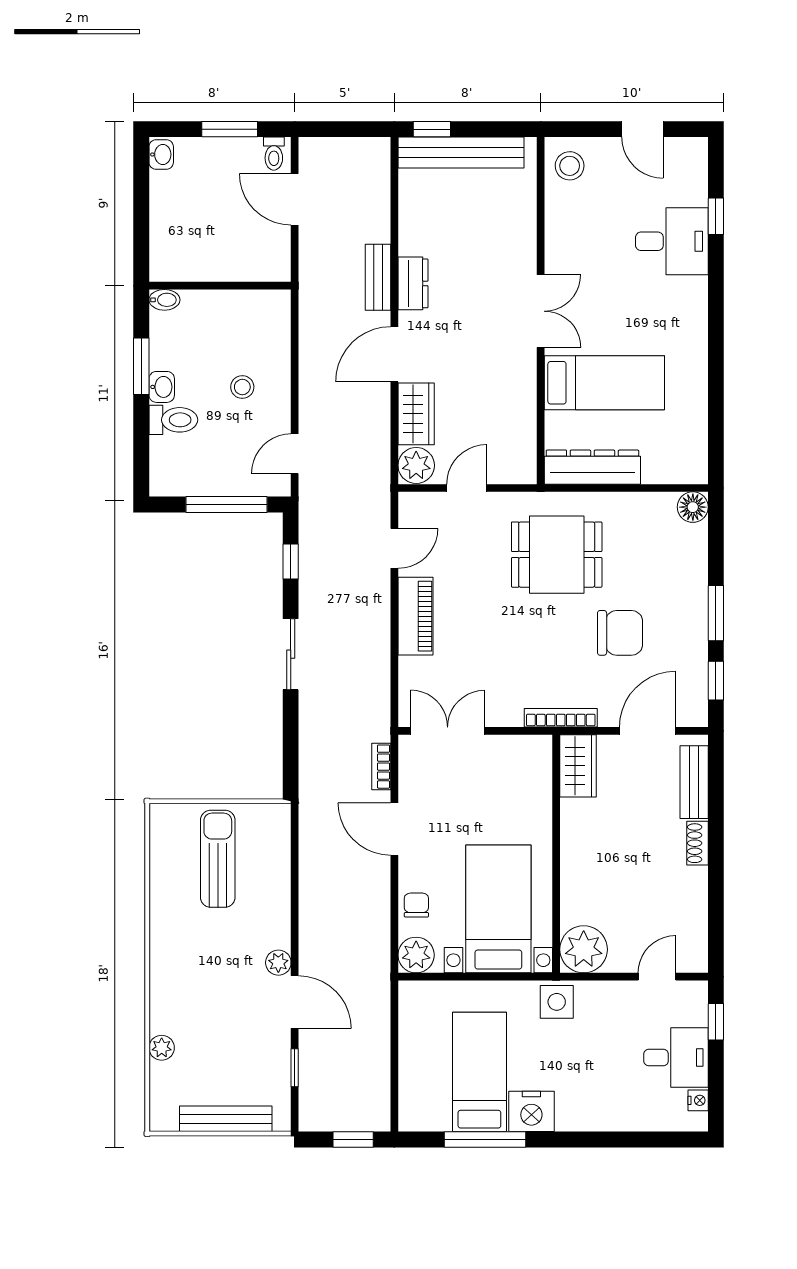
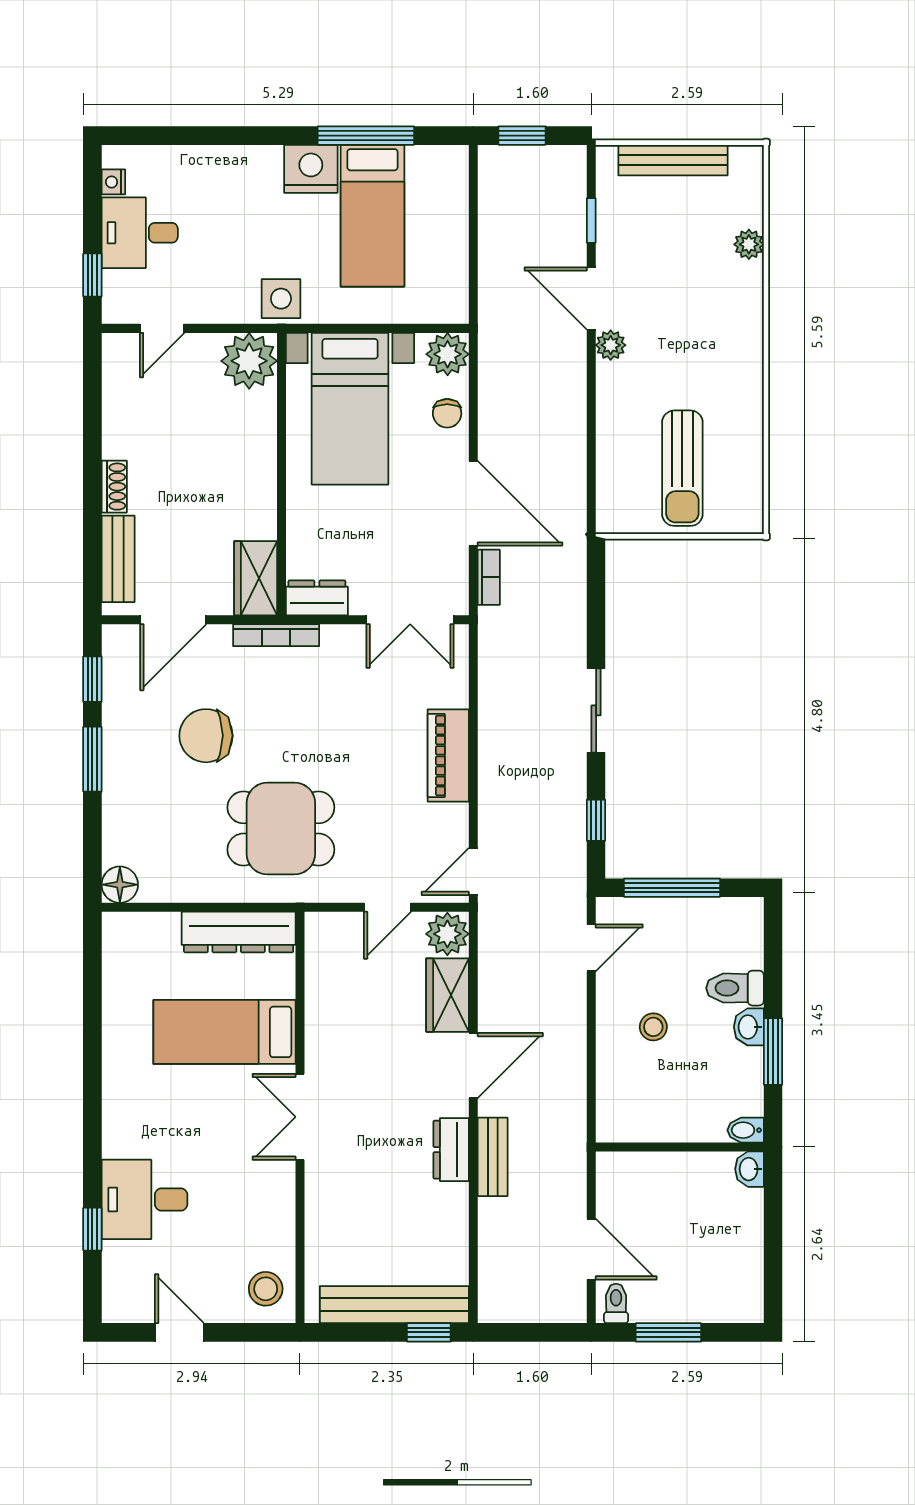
washbasin: (161, 154) -> (749, 1169), moved
door: (394, 548) -> (473, 871), moved
dresser: (526, 749) -> (317, 598), added
door: (394, 829) -> (473, 503), width x1.36

